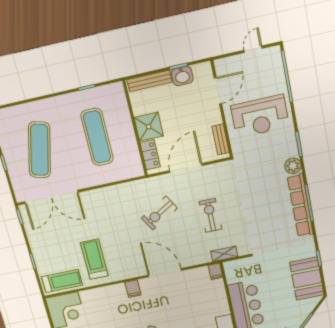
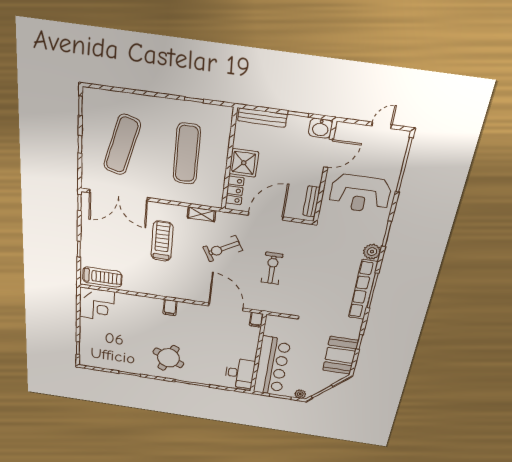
washbasin: (182, 76) -> (320, 128), moved
shelving: (224, 254) -> (202, 214), moved
treadmill: (94, 259) -> (162, 241), moved
door: (165, 273) -> (226, 307), moved

